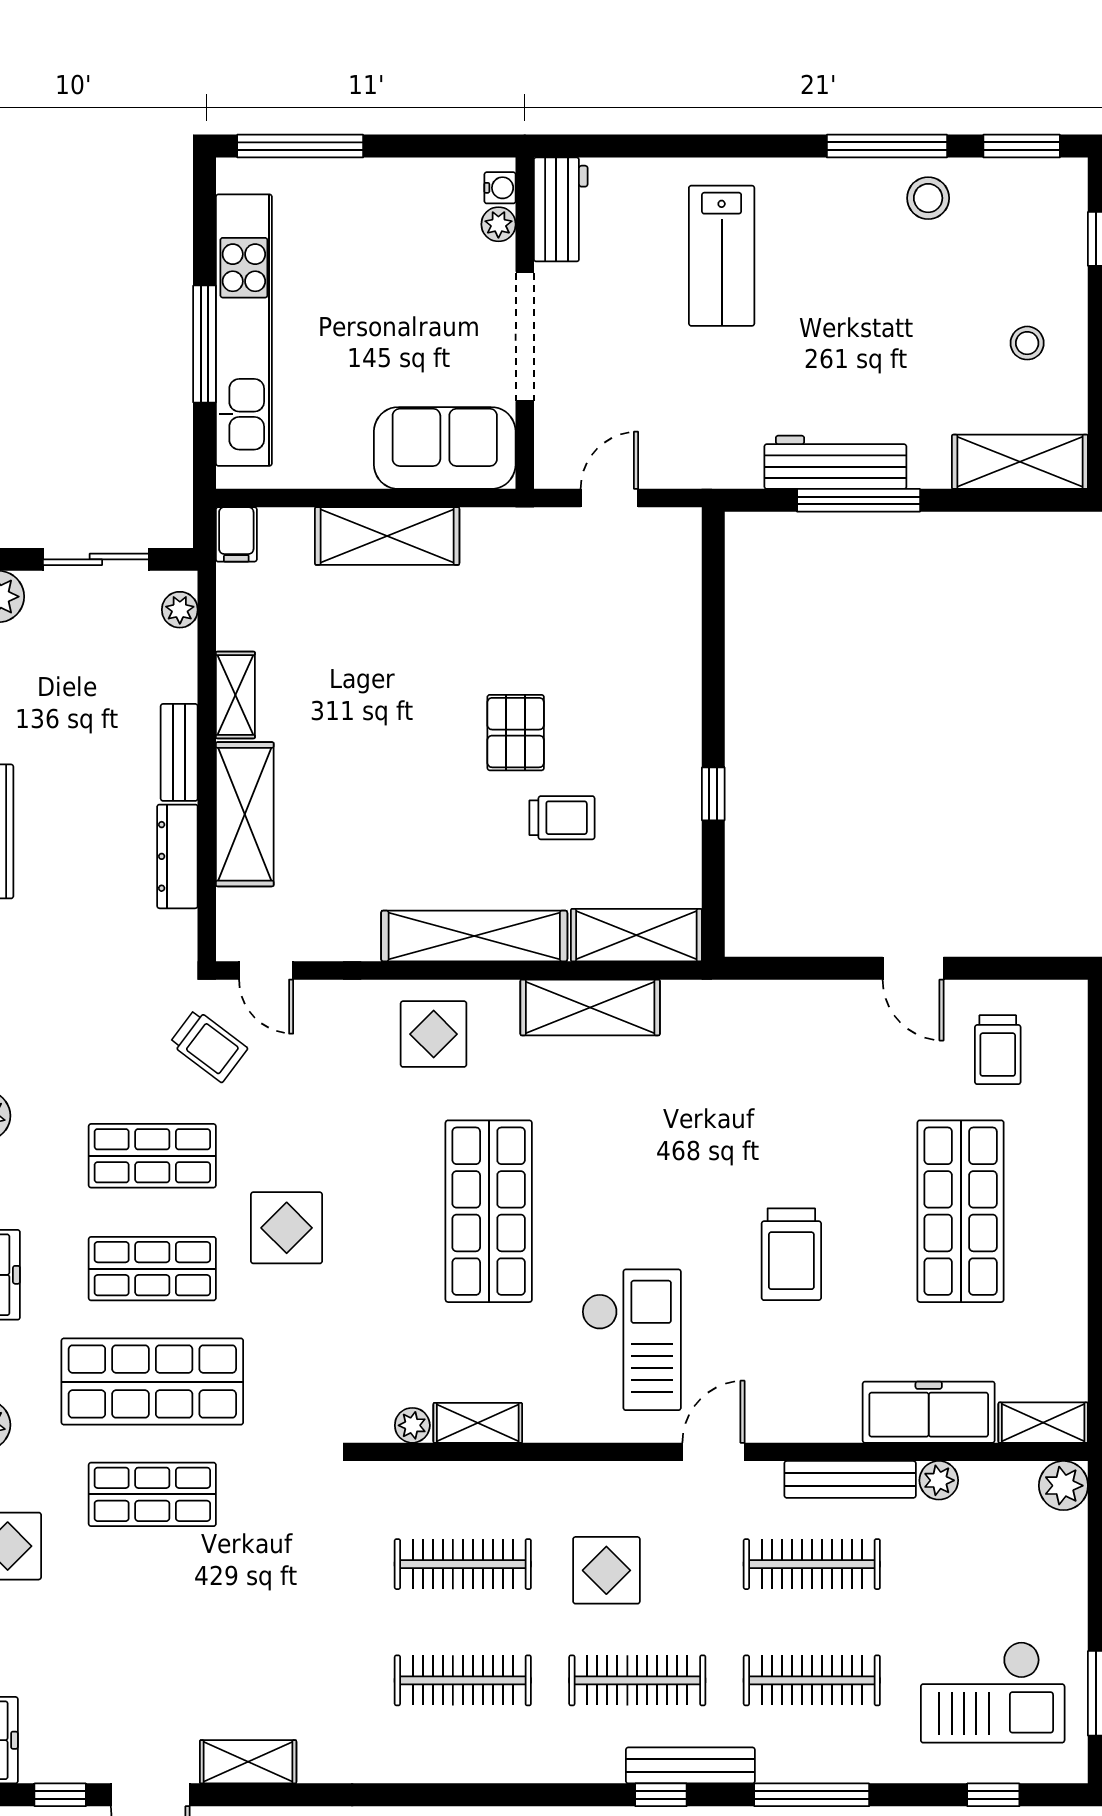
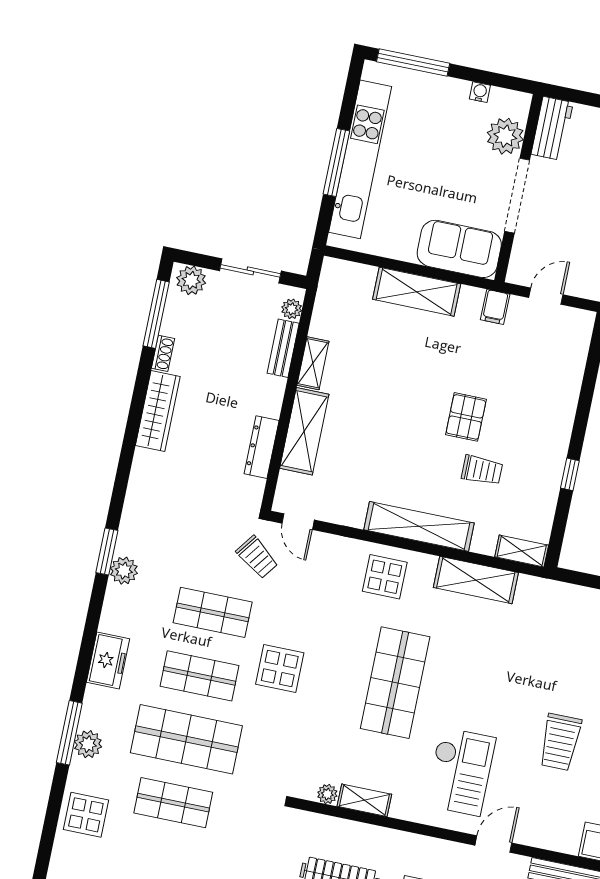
water cooler: (500, 188) -> (480, 92), moved, turned -90
plant: (498, 224) -> (505, 136), width x1.87, depth x1.87
filing cabinet: (236, 534) -> (495, 307), moved
bench: (179, 752) -> (283, 348), moved
shelving: (636, 935) -> (522, 551), width x0.67, depth x0.75

